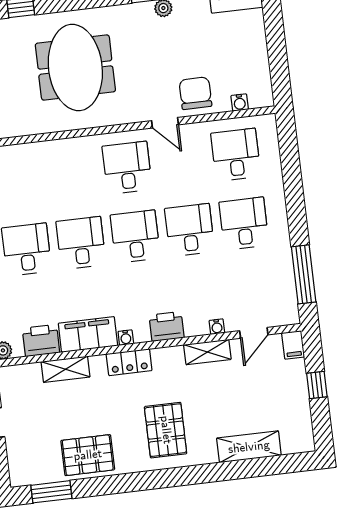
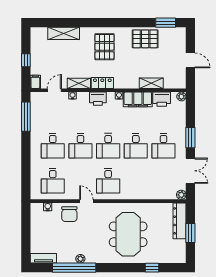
locker: (129, 362) -> (102, 83), moved

